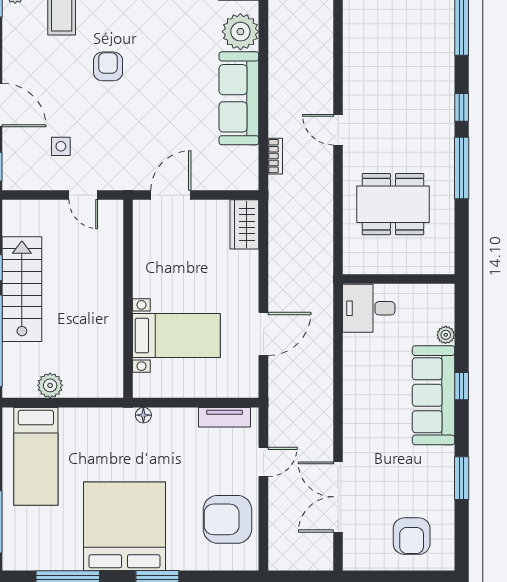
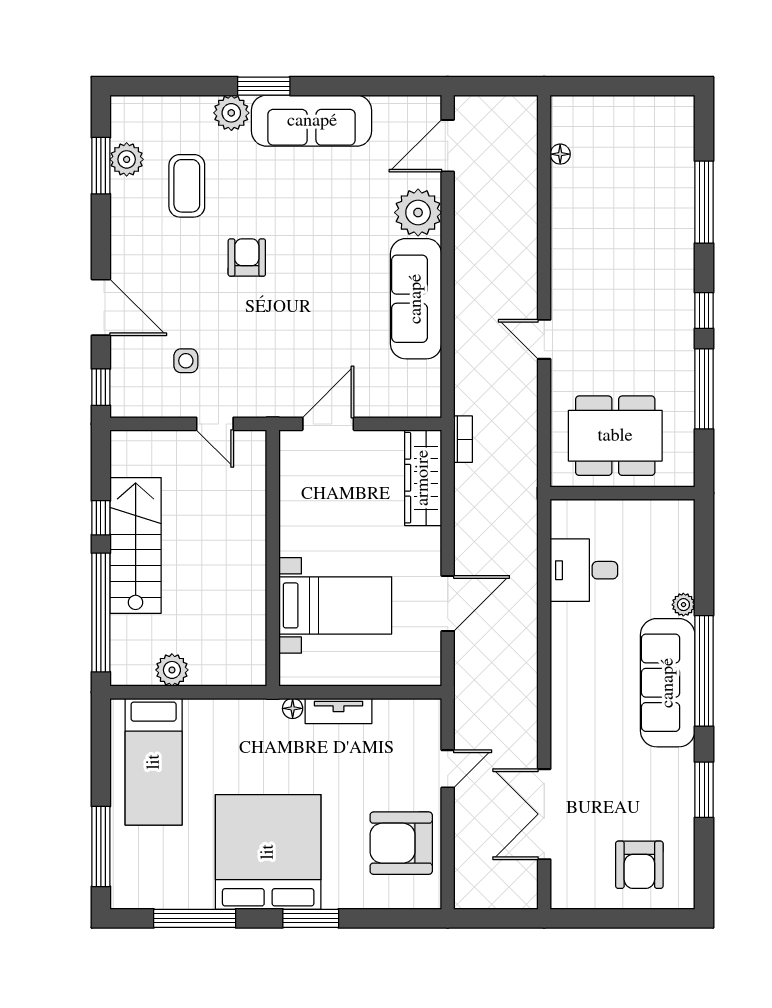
bookcase: (275, 156) -> (463, 439), moved
wardrobe: (244, 224) -> (423, 478), width x1.50
wall: (399, 279) -> (623, 493), moved
window: (462, 386) -> (704, 671), width x3.17
tv unit: (224, 417) -> (339, 711), moved

